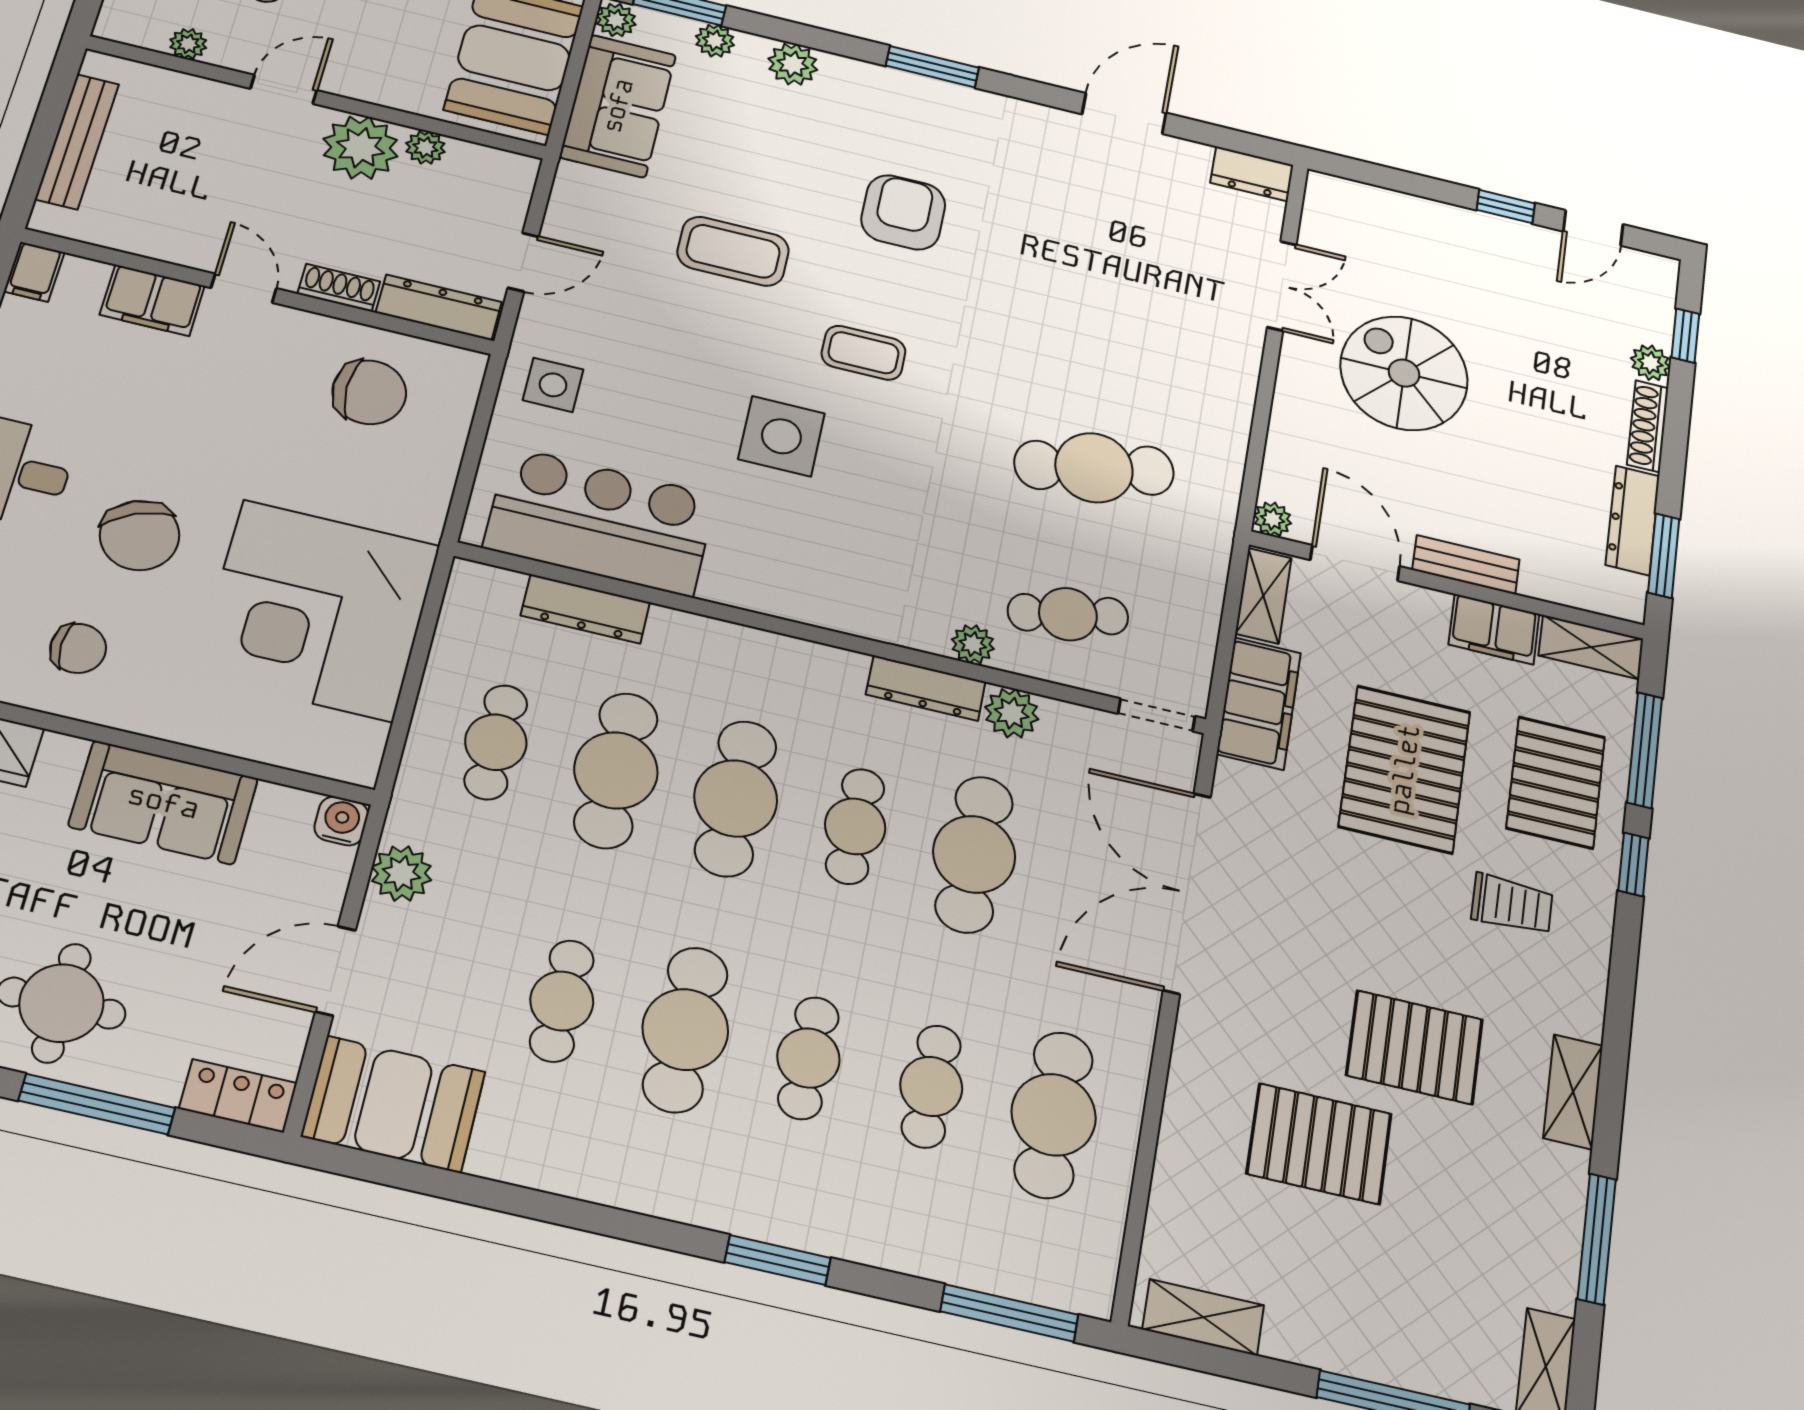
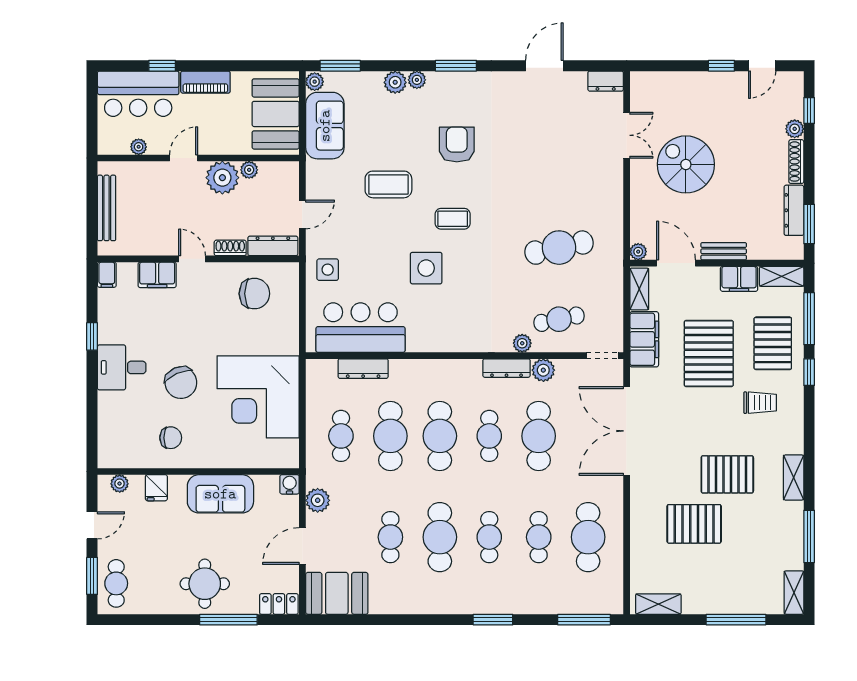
plant: (715, 41) -> (417, 80), moved

